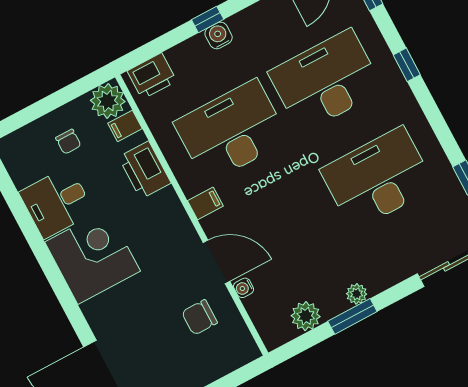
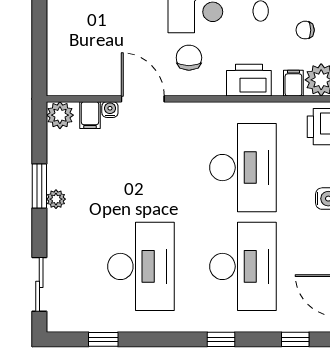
filing cabinet: (205, 203) -> (90, 115), moved
door: (217, 262) -> (143, 99), swing flipped
plant: (306, 316) -> (60, 115), moved
chair: (200, 317) -> (189, 58), moved

